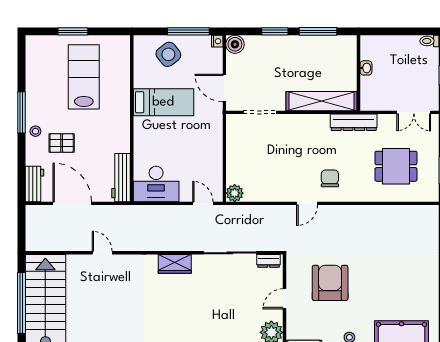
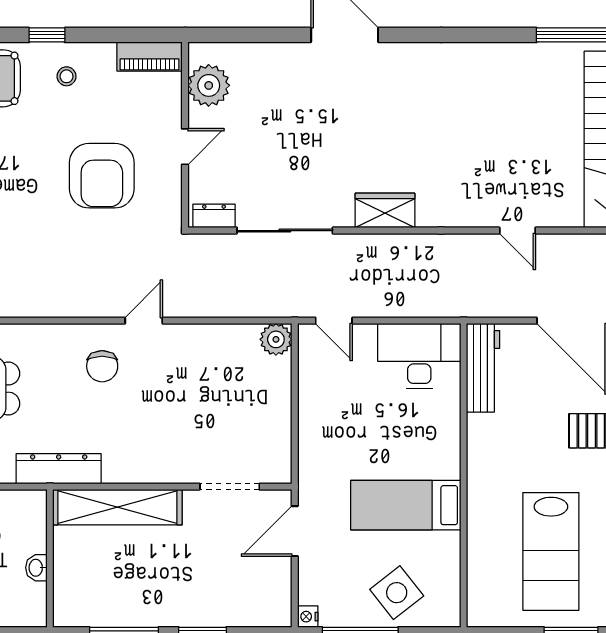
boiler: (235, 44) -> (275, 611), removed
door: (224, 88) -> (295, 531), swing flipped

